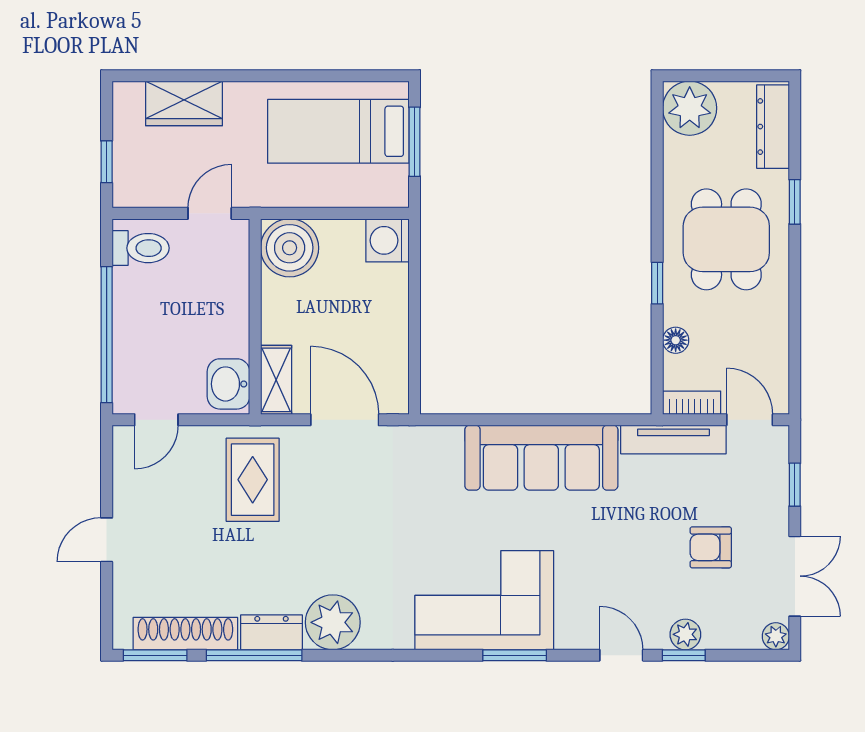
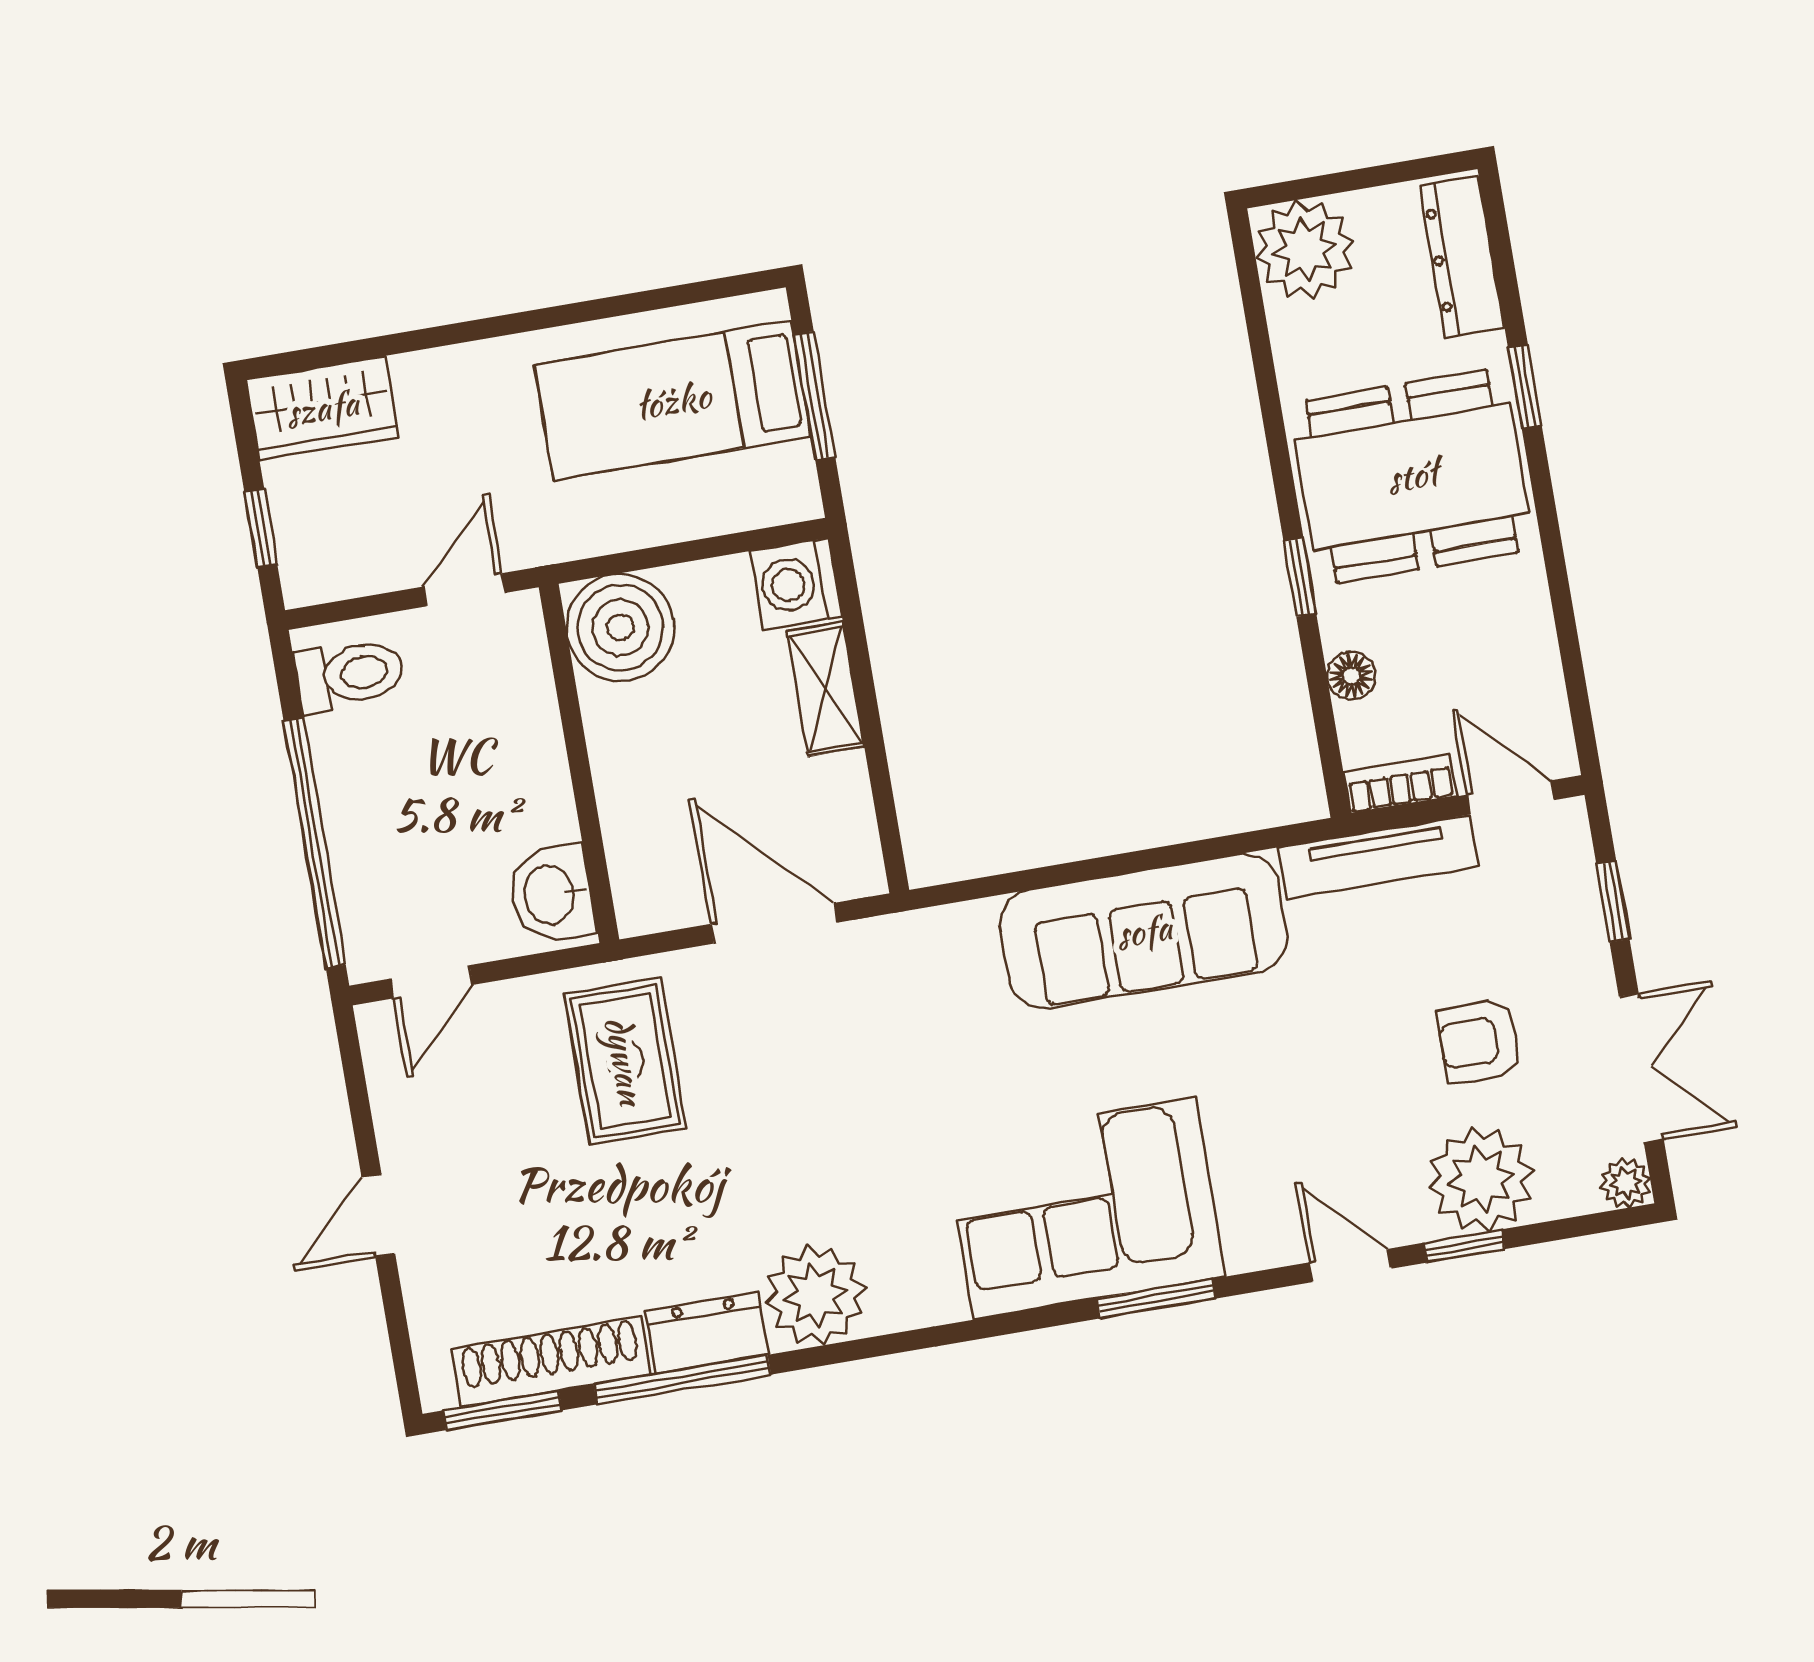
wardrobe: (184, 103) -> (322, 408), moved
dining table: (726, 239) -> (1412, 476), width x1.38
shelving: (276, 380) -> (825, 689), moved
plant: (685, 634) -> (1481, 1179), width x1.88, depth x1.88

